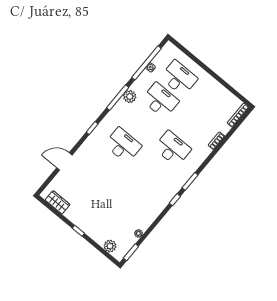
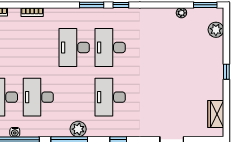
plant: (130, 97) -> (78, 129), moved
desk: (154, 171) -> (110, 48), added

